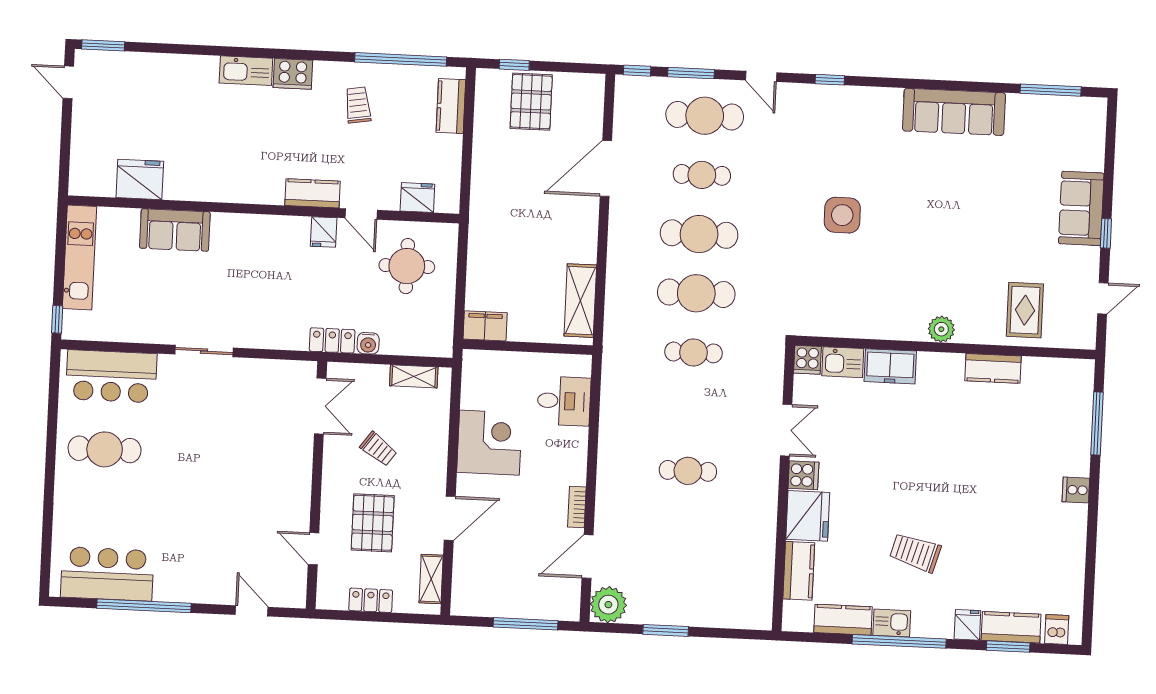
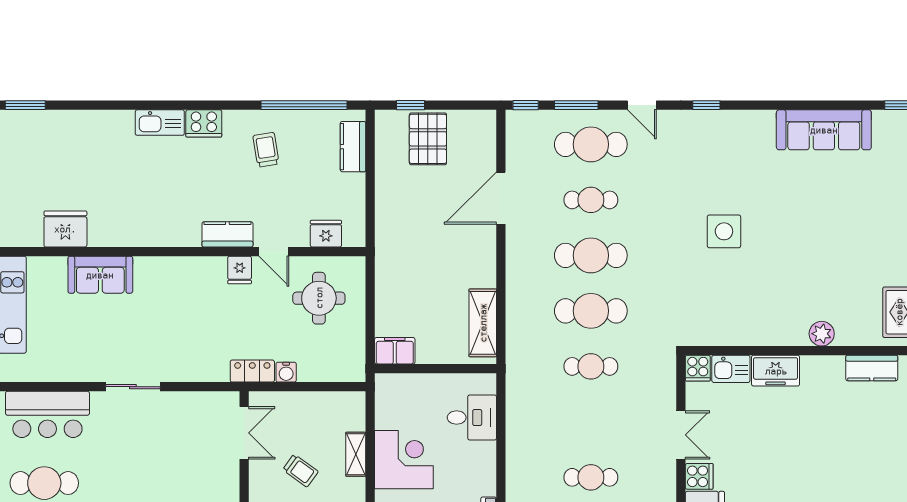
shelving: (414, 376) -> (356, 454), moved, turned 90

